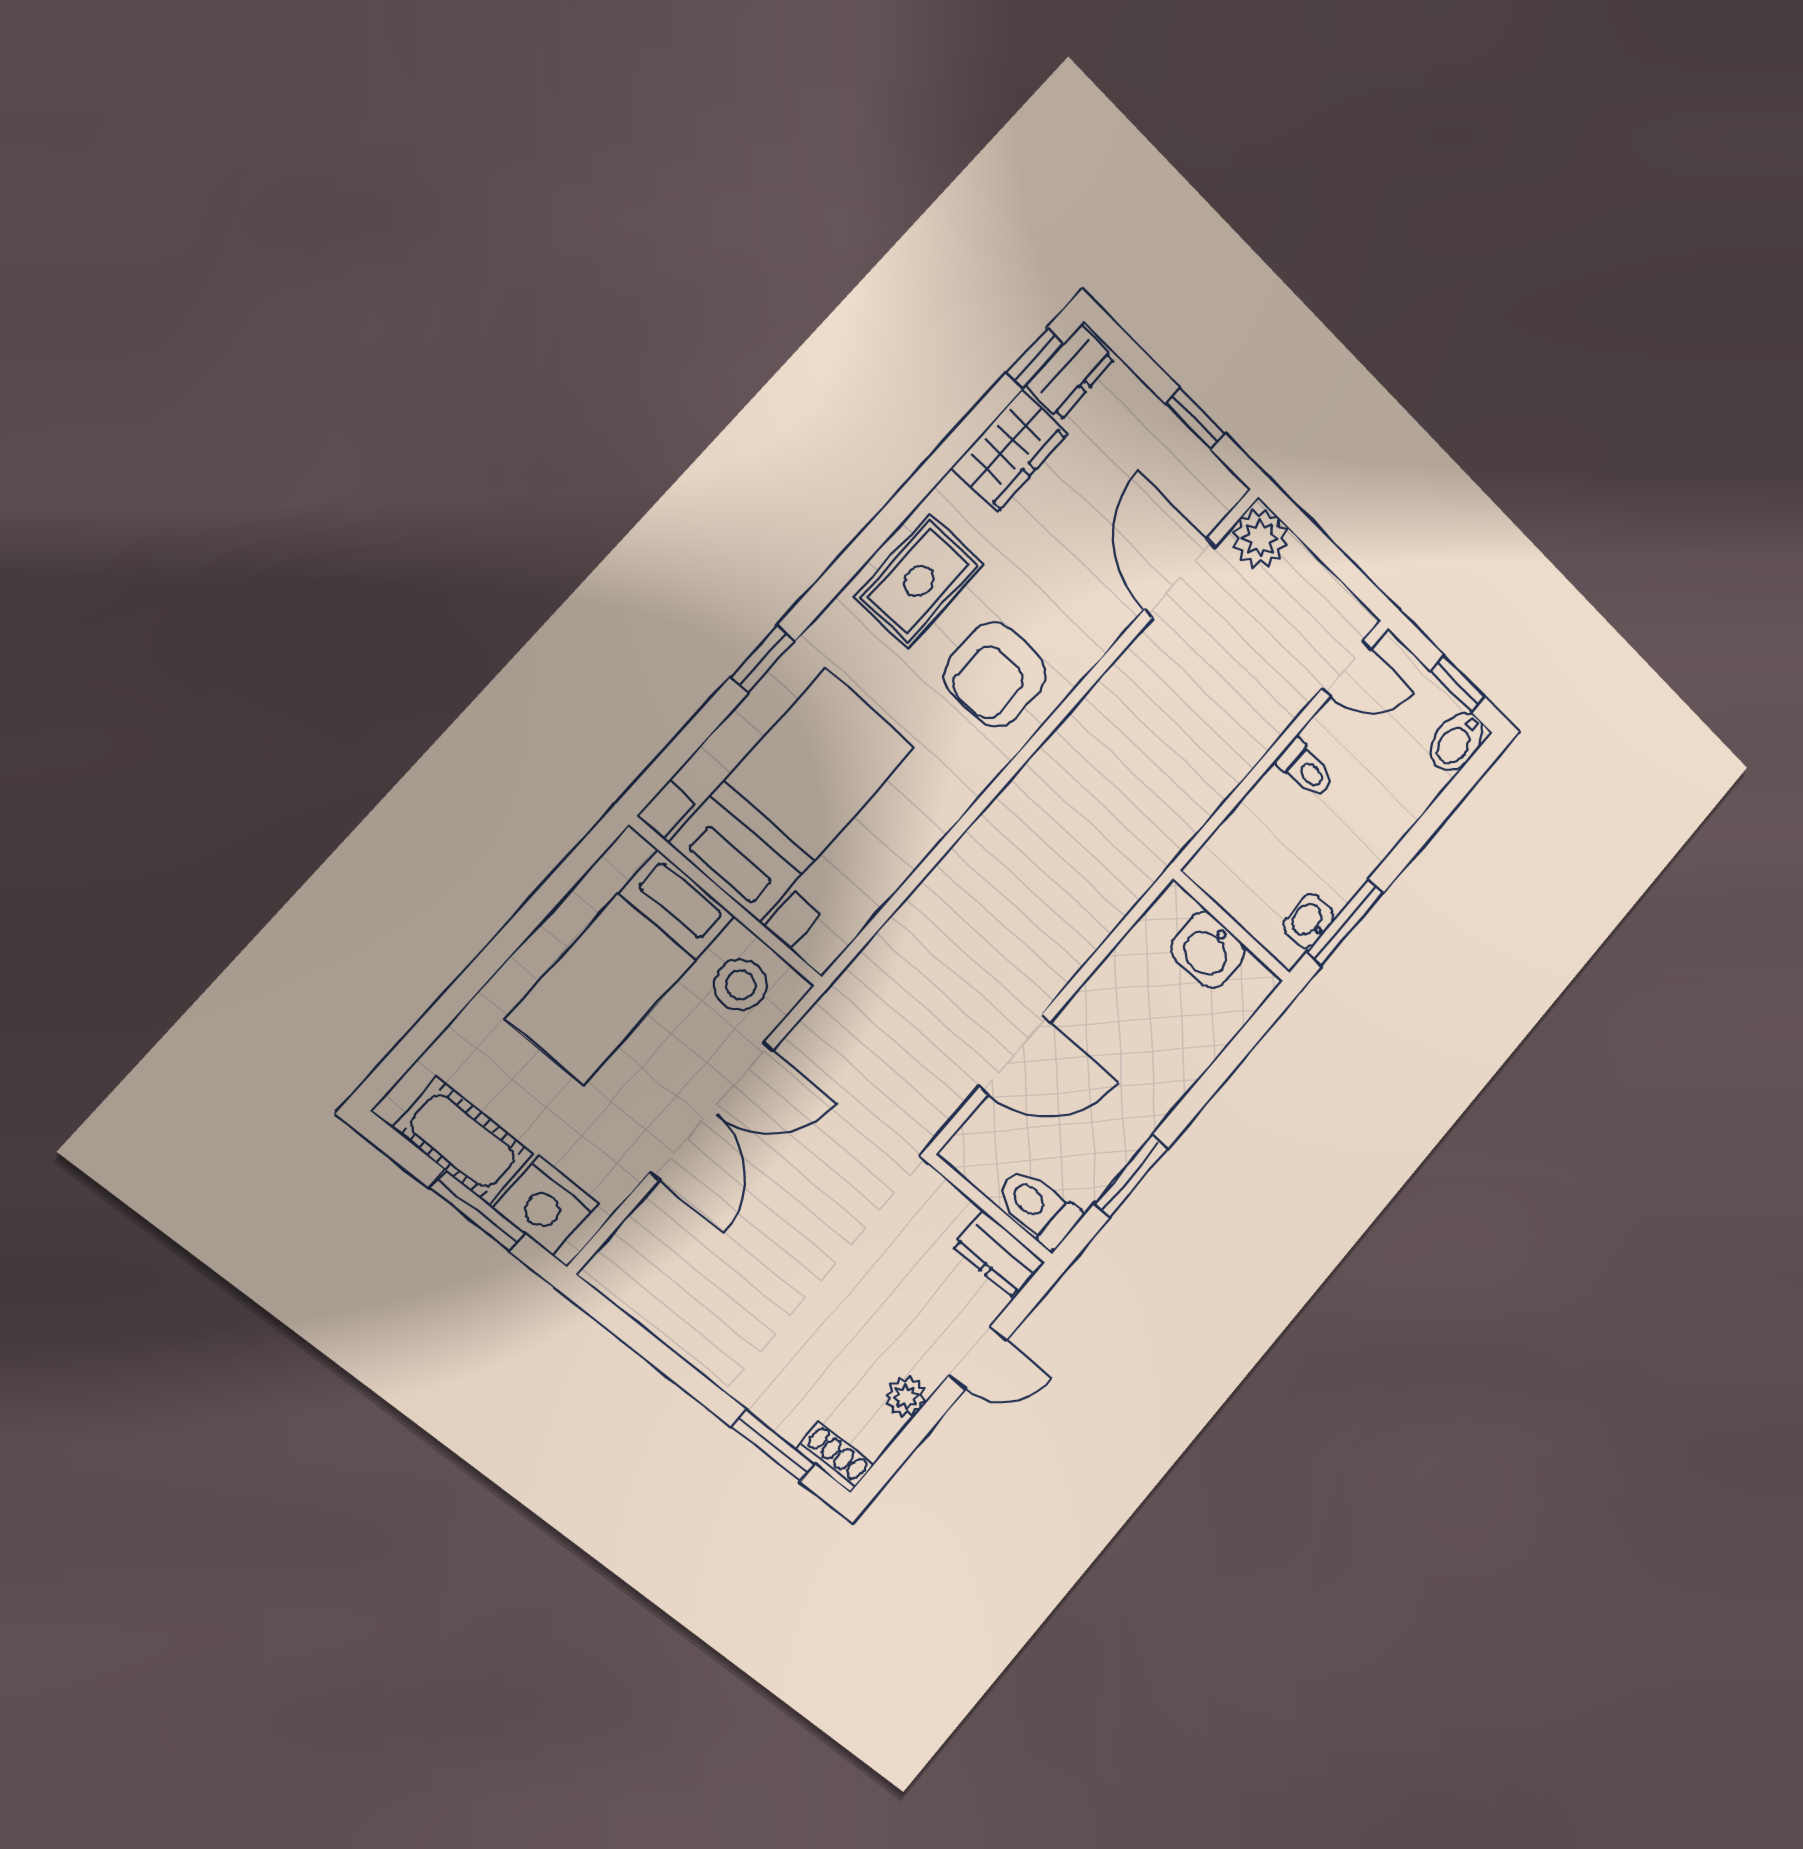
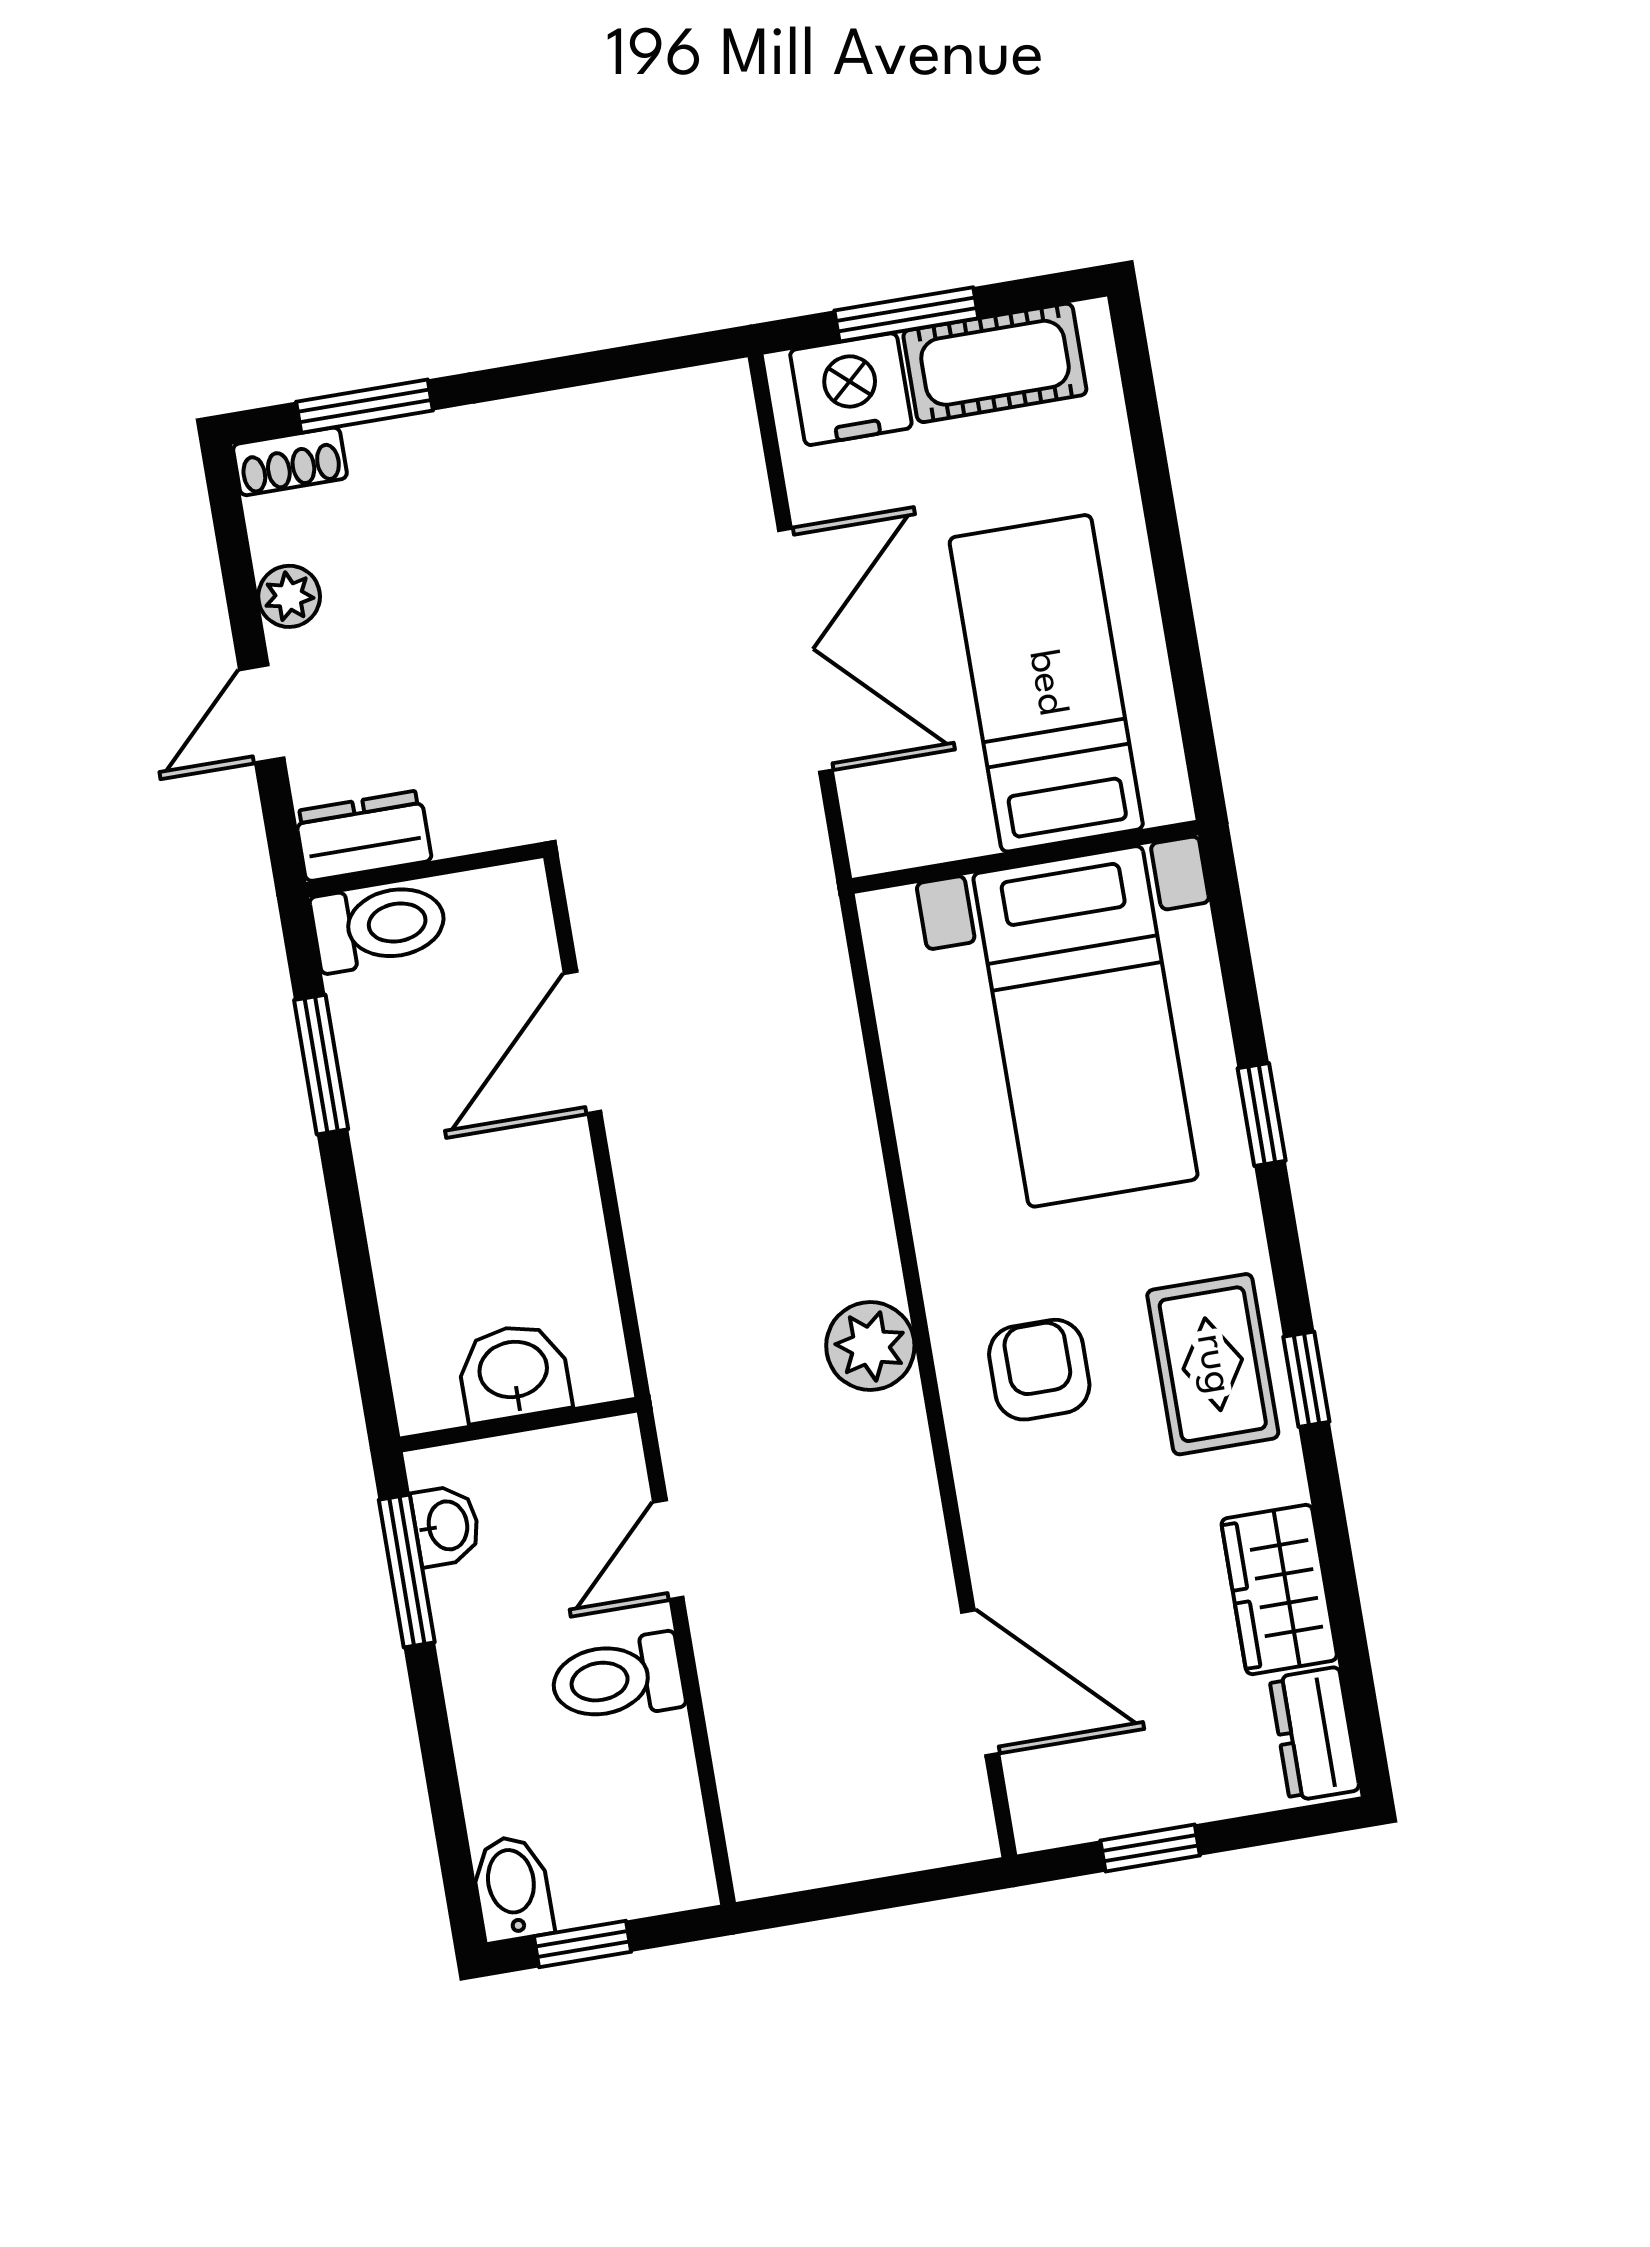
window: (1035, 358) -> (1306, 1379), moved
plant: (1260, 538) -> (870, 1346), moved
door: (1346, 669) -> (668, 1550), moved
armchair: (995, 674) -> (1039, 1370), width x0.72, depth x0.72
toilet: (1306, 769) -> (617, 1679), width x1.37, depth x1.39
stool: (741, 985) -> (920, 797), removed
double door: (712, 1111) -> (805, 650), swing flipped

